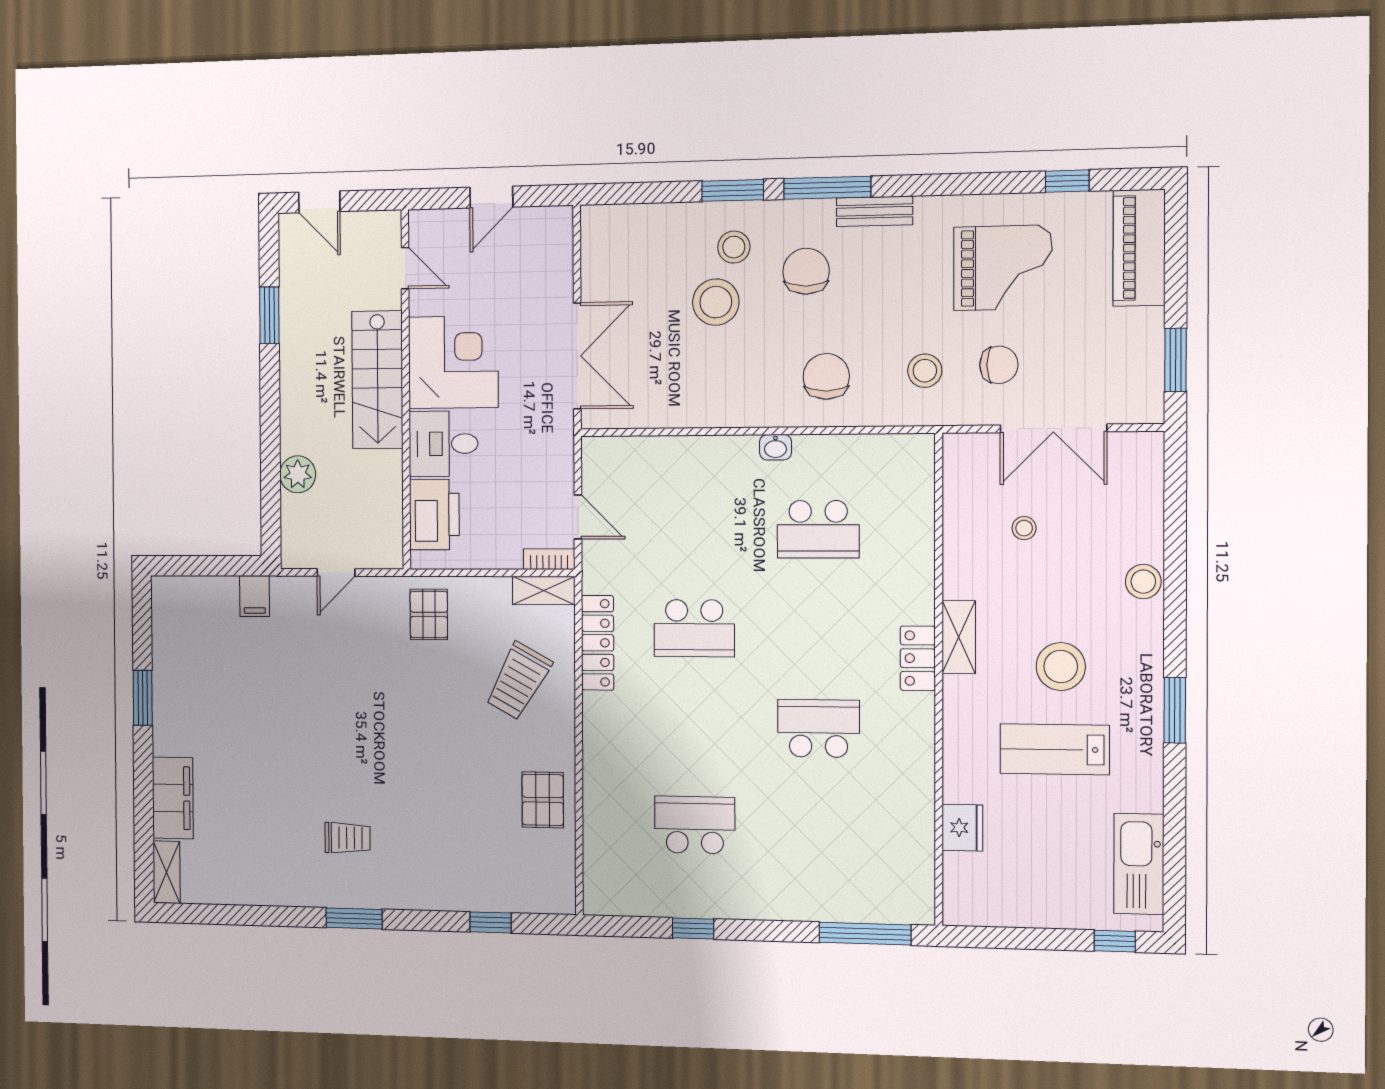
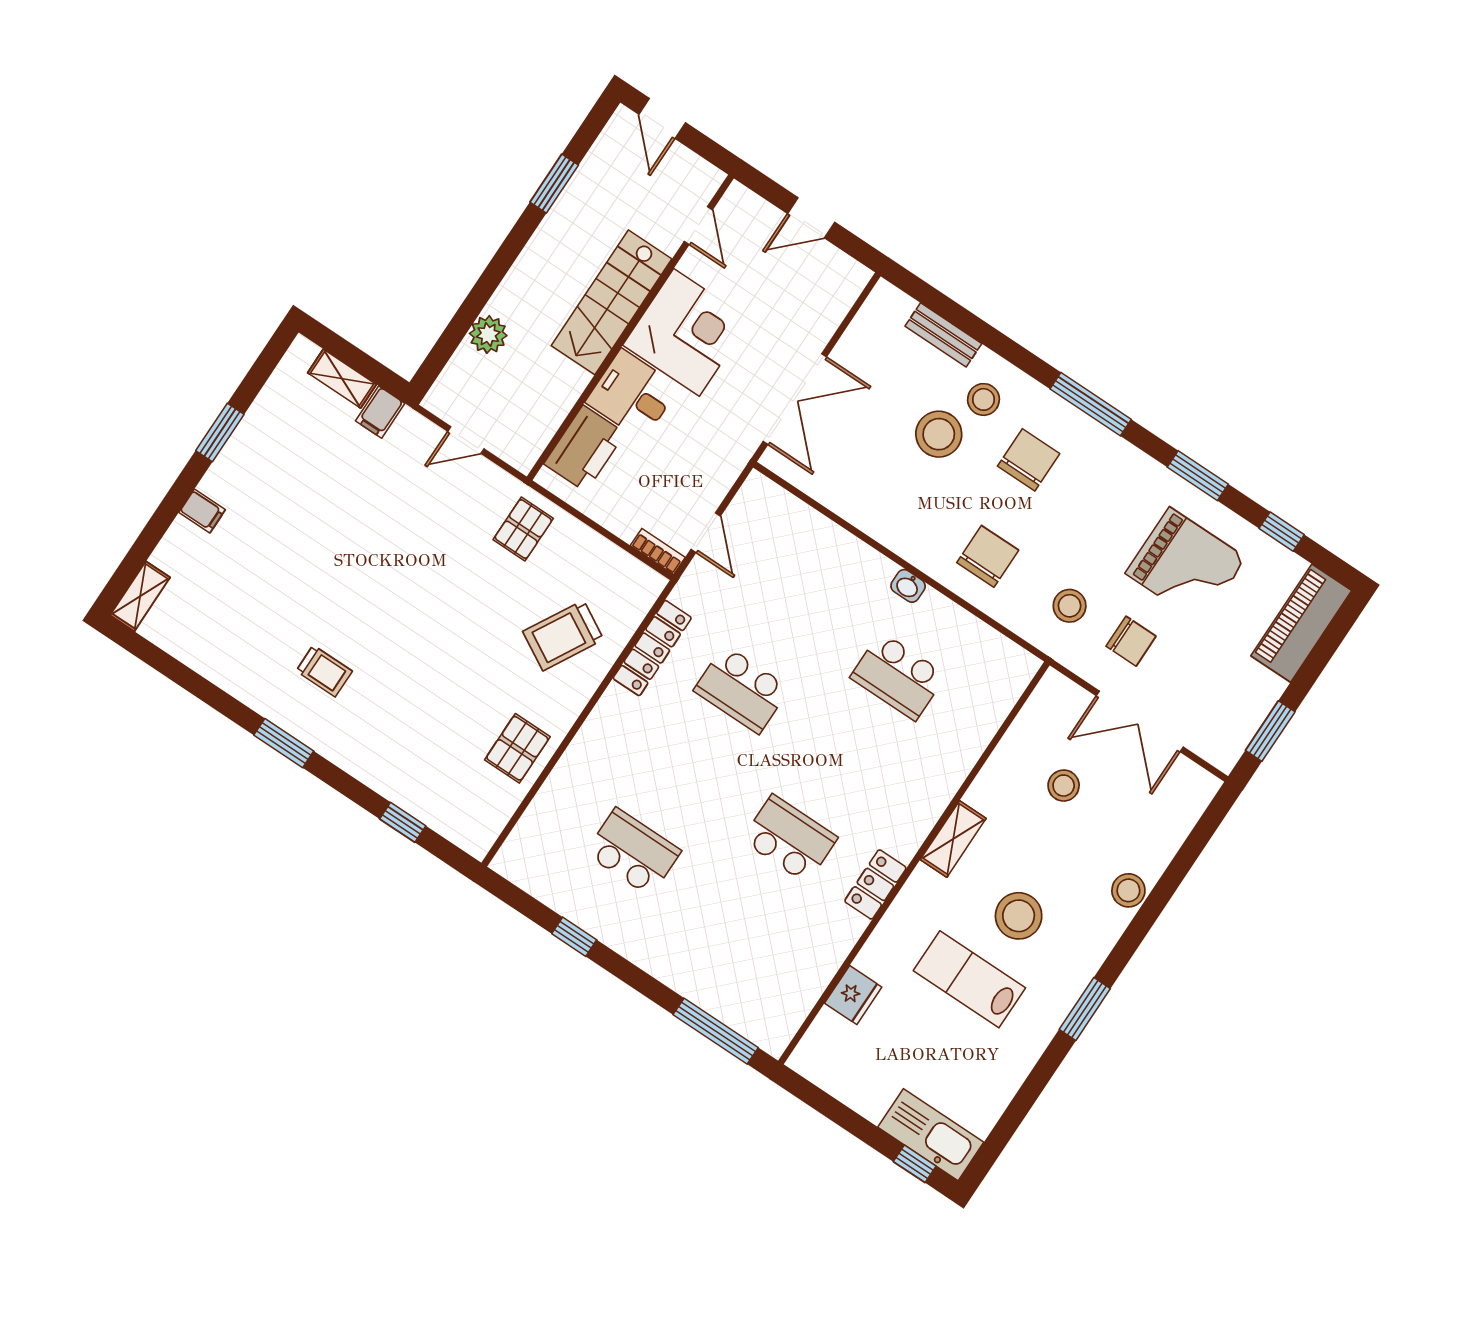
window: (733, 190) -> (1198, 476), moved
bench: (875, 211) -> (943, 335), moved
stool: (1024, 528) -> (1064, 786), width x1.37, depth x1.37
shelving: (544, 591) -> (342, 379), moved
locker: (918, 658) -> (875, 884), moved
filing cabinet: (173, 798) -> (202, 511), width x0.33, depth x0.86
kitchen sink: (1139, 864) -> (931, 1135), moved, turned 90

